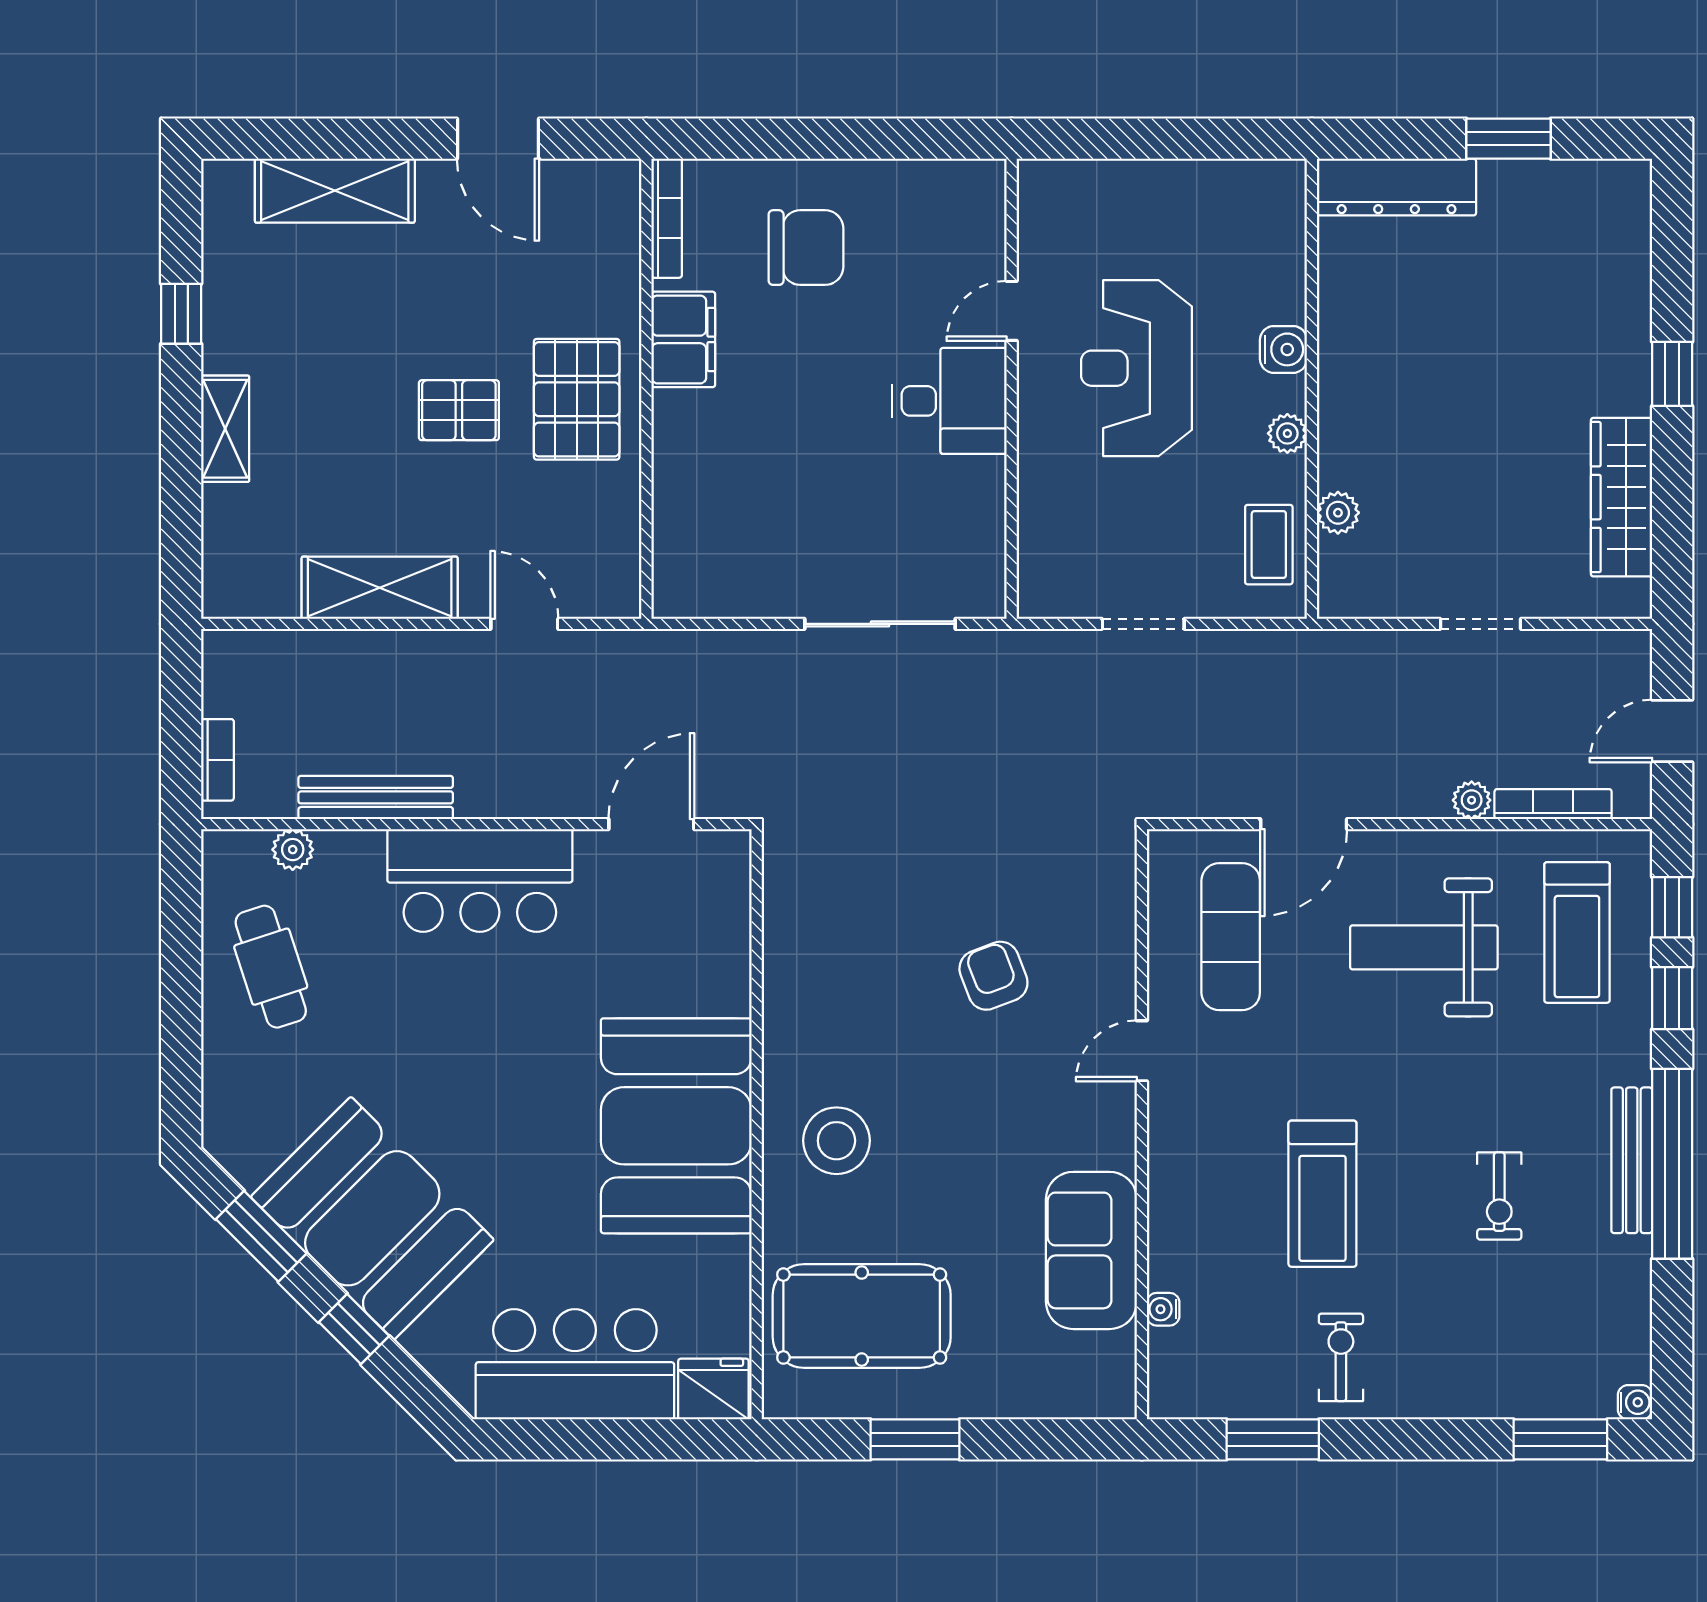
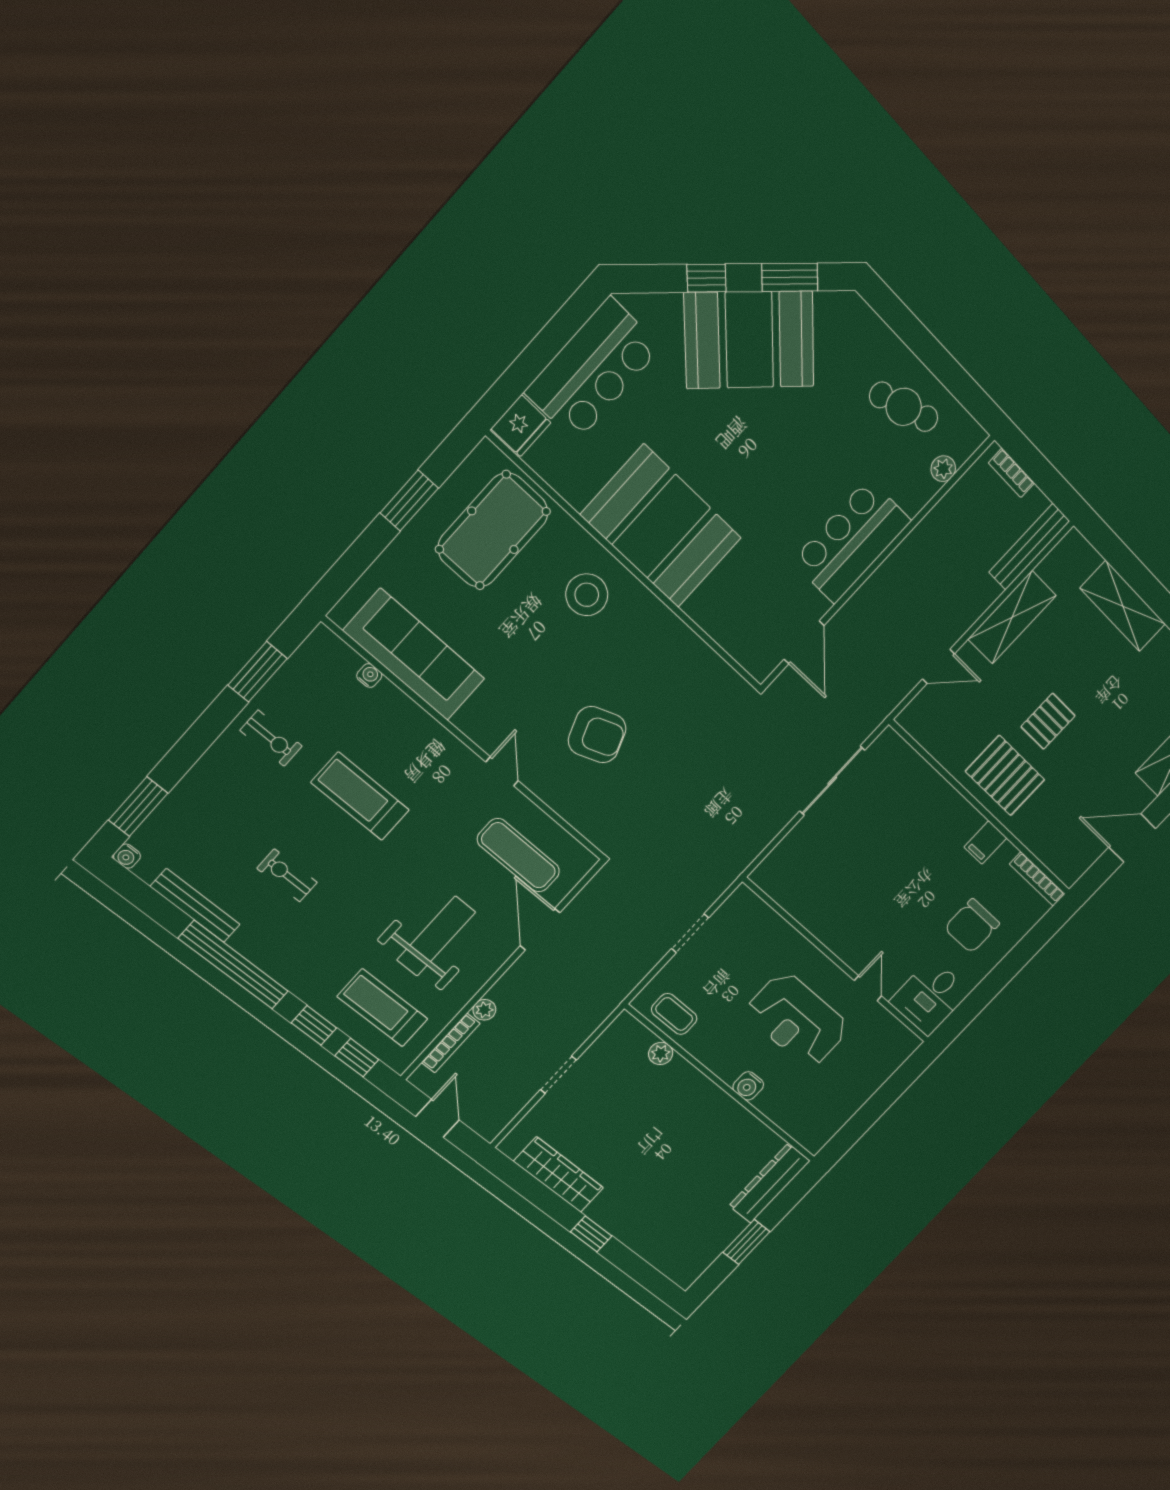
filing cabinet: (683, 339) -> (985, 842), width x0.50
reception desk: (1136, 368) -> (797, 1020), turned 180
desk: (950, 401) -> (930, 997), moved
shelving: (225, 429) -> (1123, 606), width x1.50, depth x1.33
plant: (1287, 433) -> (713, 1059), removed
sliding door: (880, 624) -> (832, 781), moved
bench: (376, 797) -> (1029, 547), moved
armchair: (993, 976) -> (597, 735), width x1.38, depth x1.38
bench: (1632, 1160) -> (195, 906), moved
sofa: (1091, 1250) -> (414, 655), width x1.36

